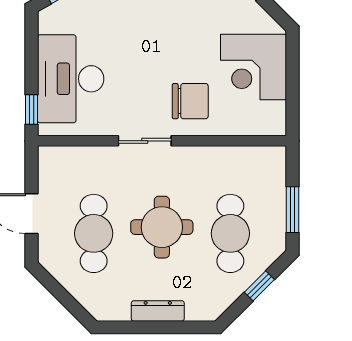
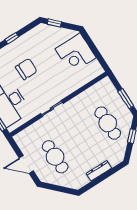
chair: (190, 101) -> (26, 69), moved
round table: (162, 227) -> (80, 138), removed

